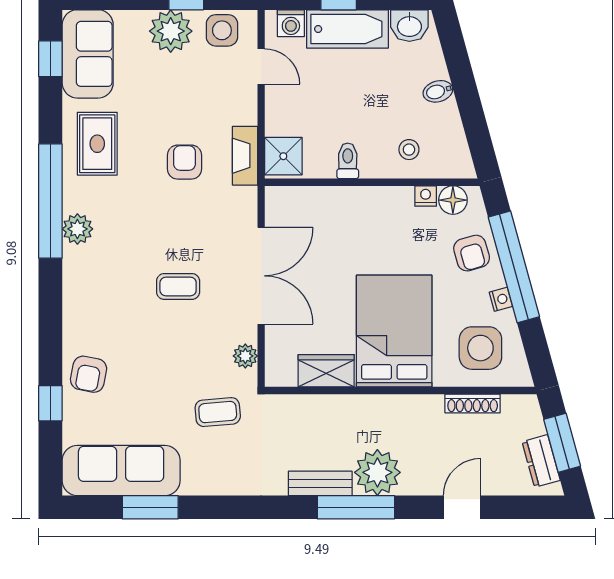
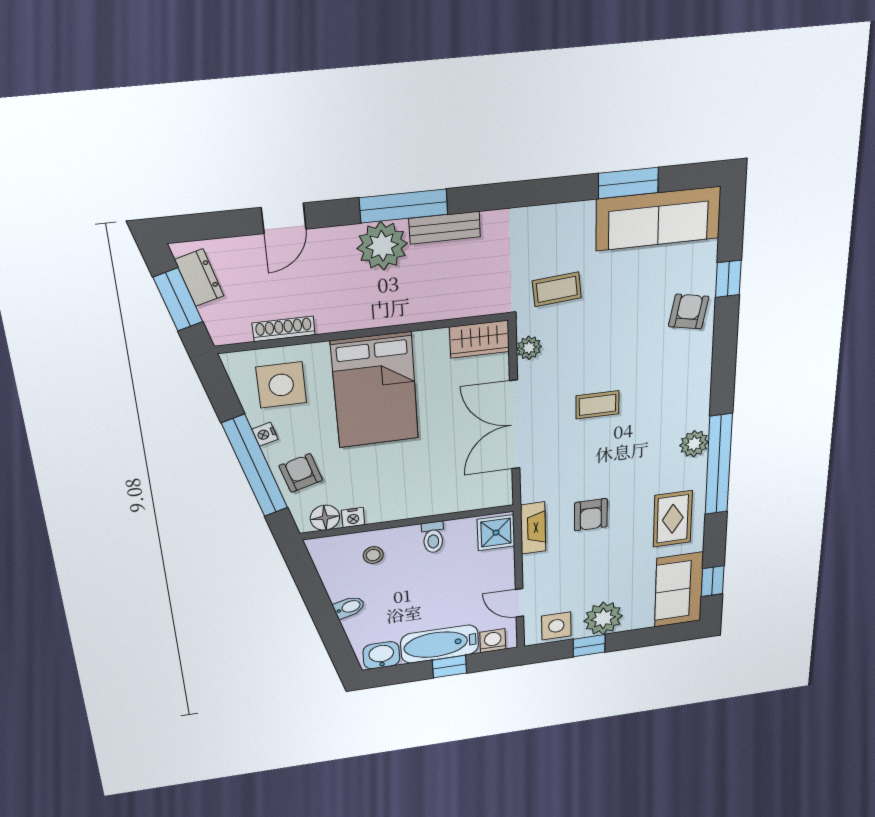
wardrobe: (326, 371) -> (480, 339), moved

